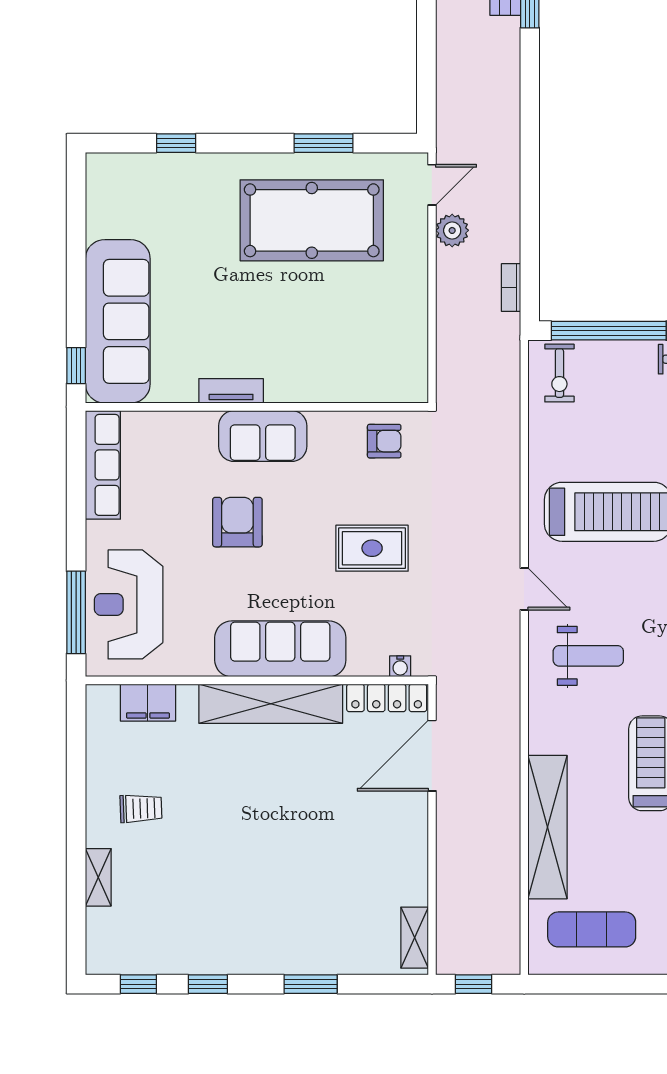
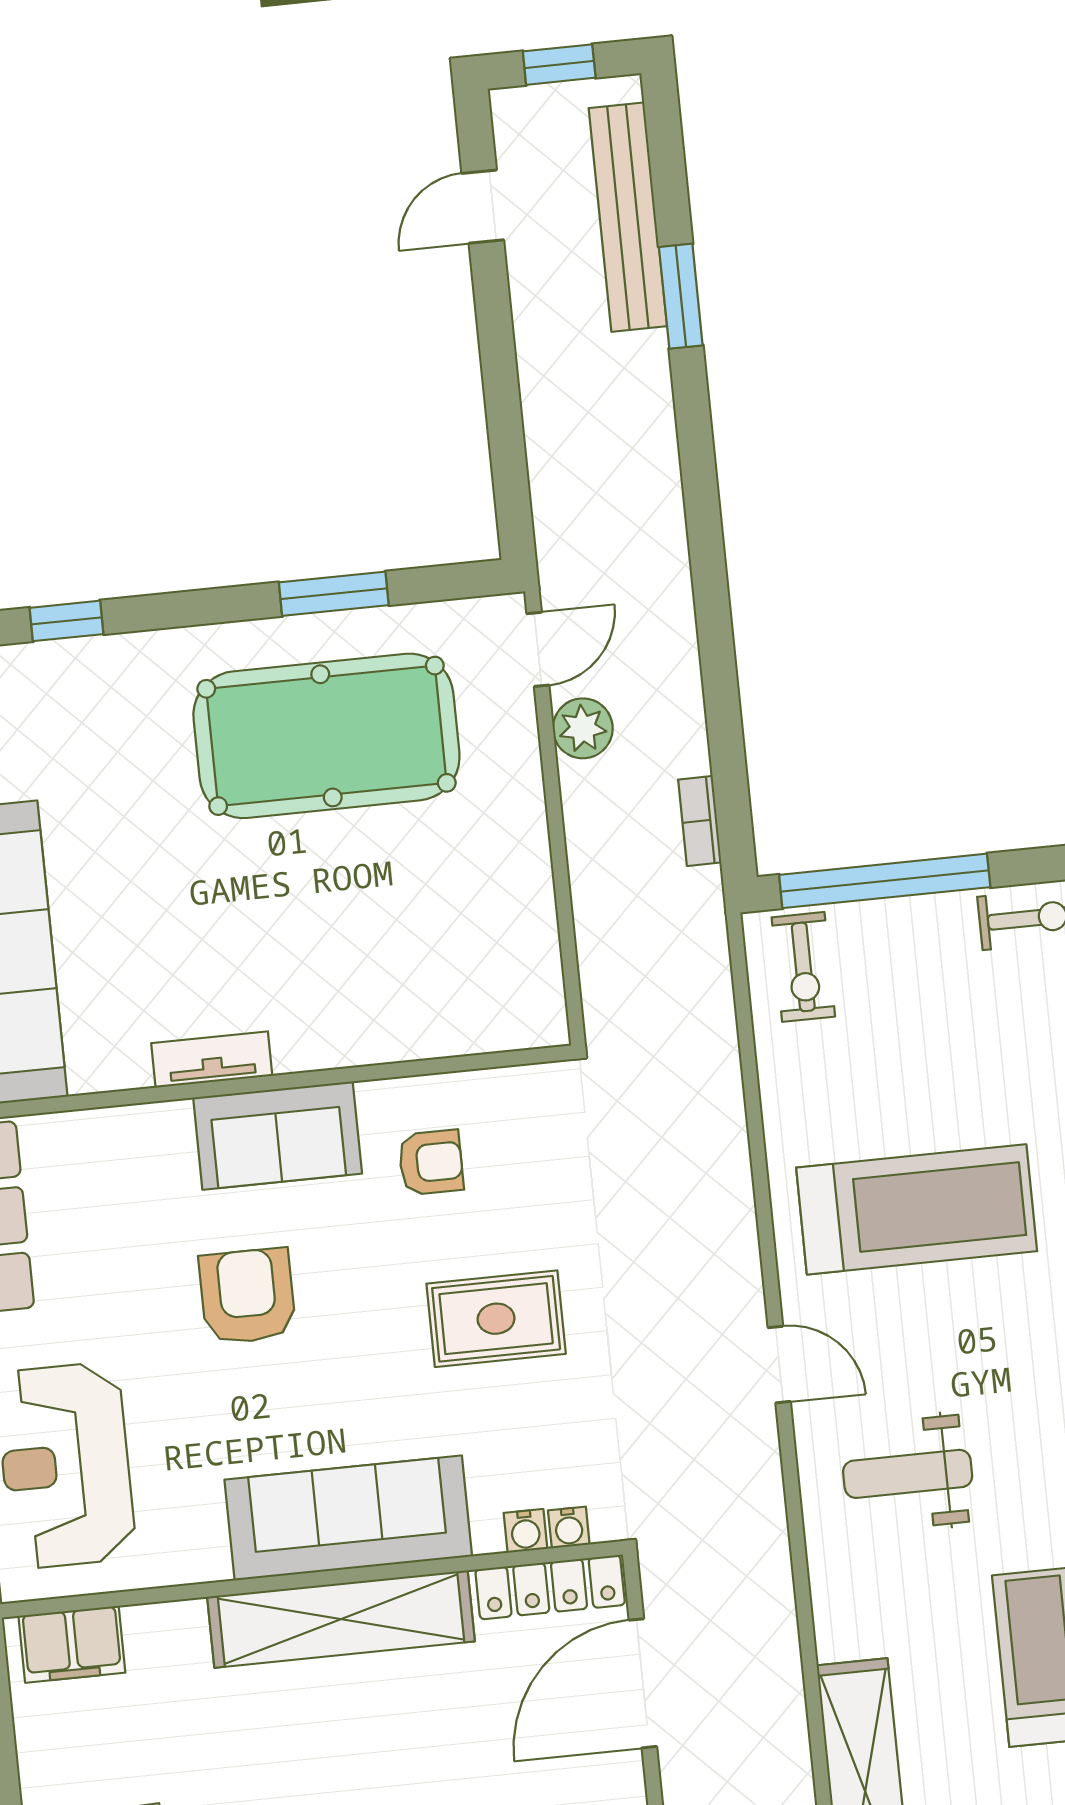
armchair: (384, 441) -> (431, 1162), moved
weight bench: (588, 656) -> (908, 1474), turned 180
water cooler: (376, 666) -> (525, 1531), added
filing cabinet: (148, 703) -> (72, 1644), moved

